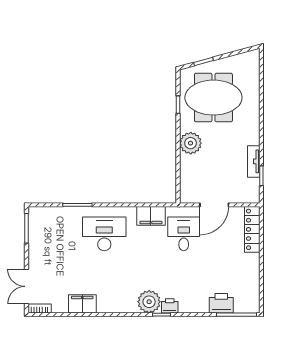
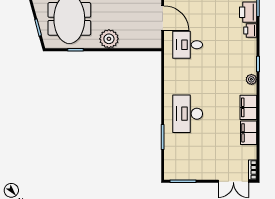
filing cabinet: (151, 216) -> (248, 107), moved, turned 180
plant: (149, 302) -> (251, 79), width x0.53, depth x0.53
printer: (170, 306) -> (250, 31), moved

